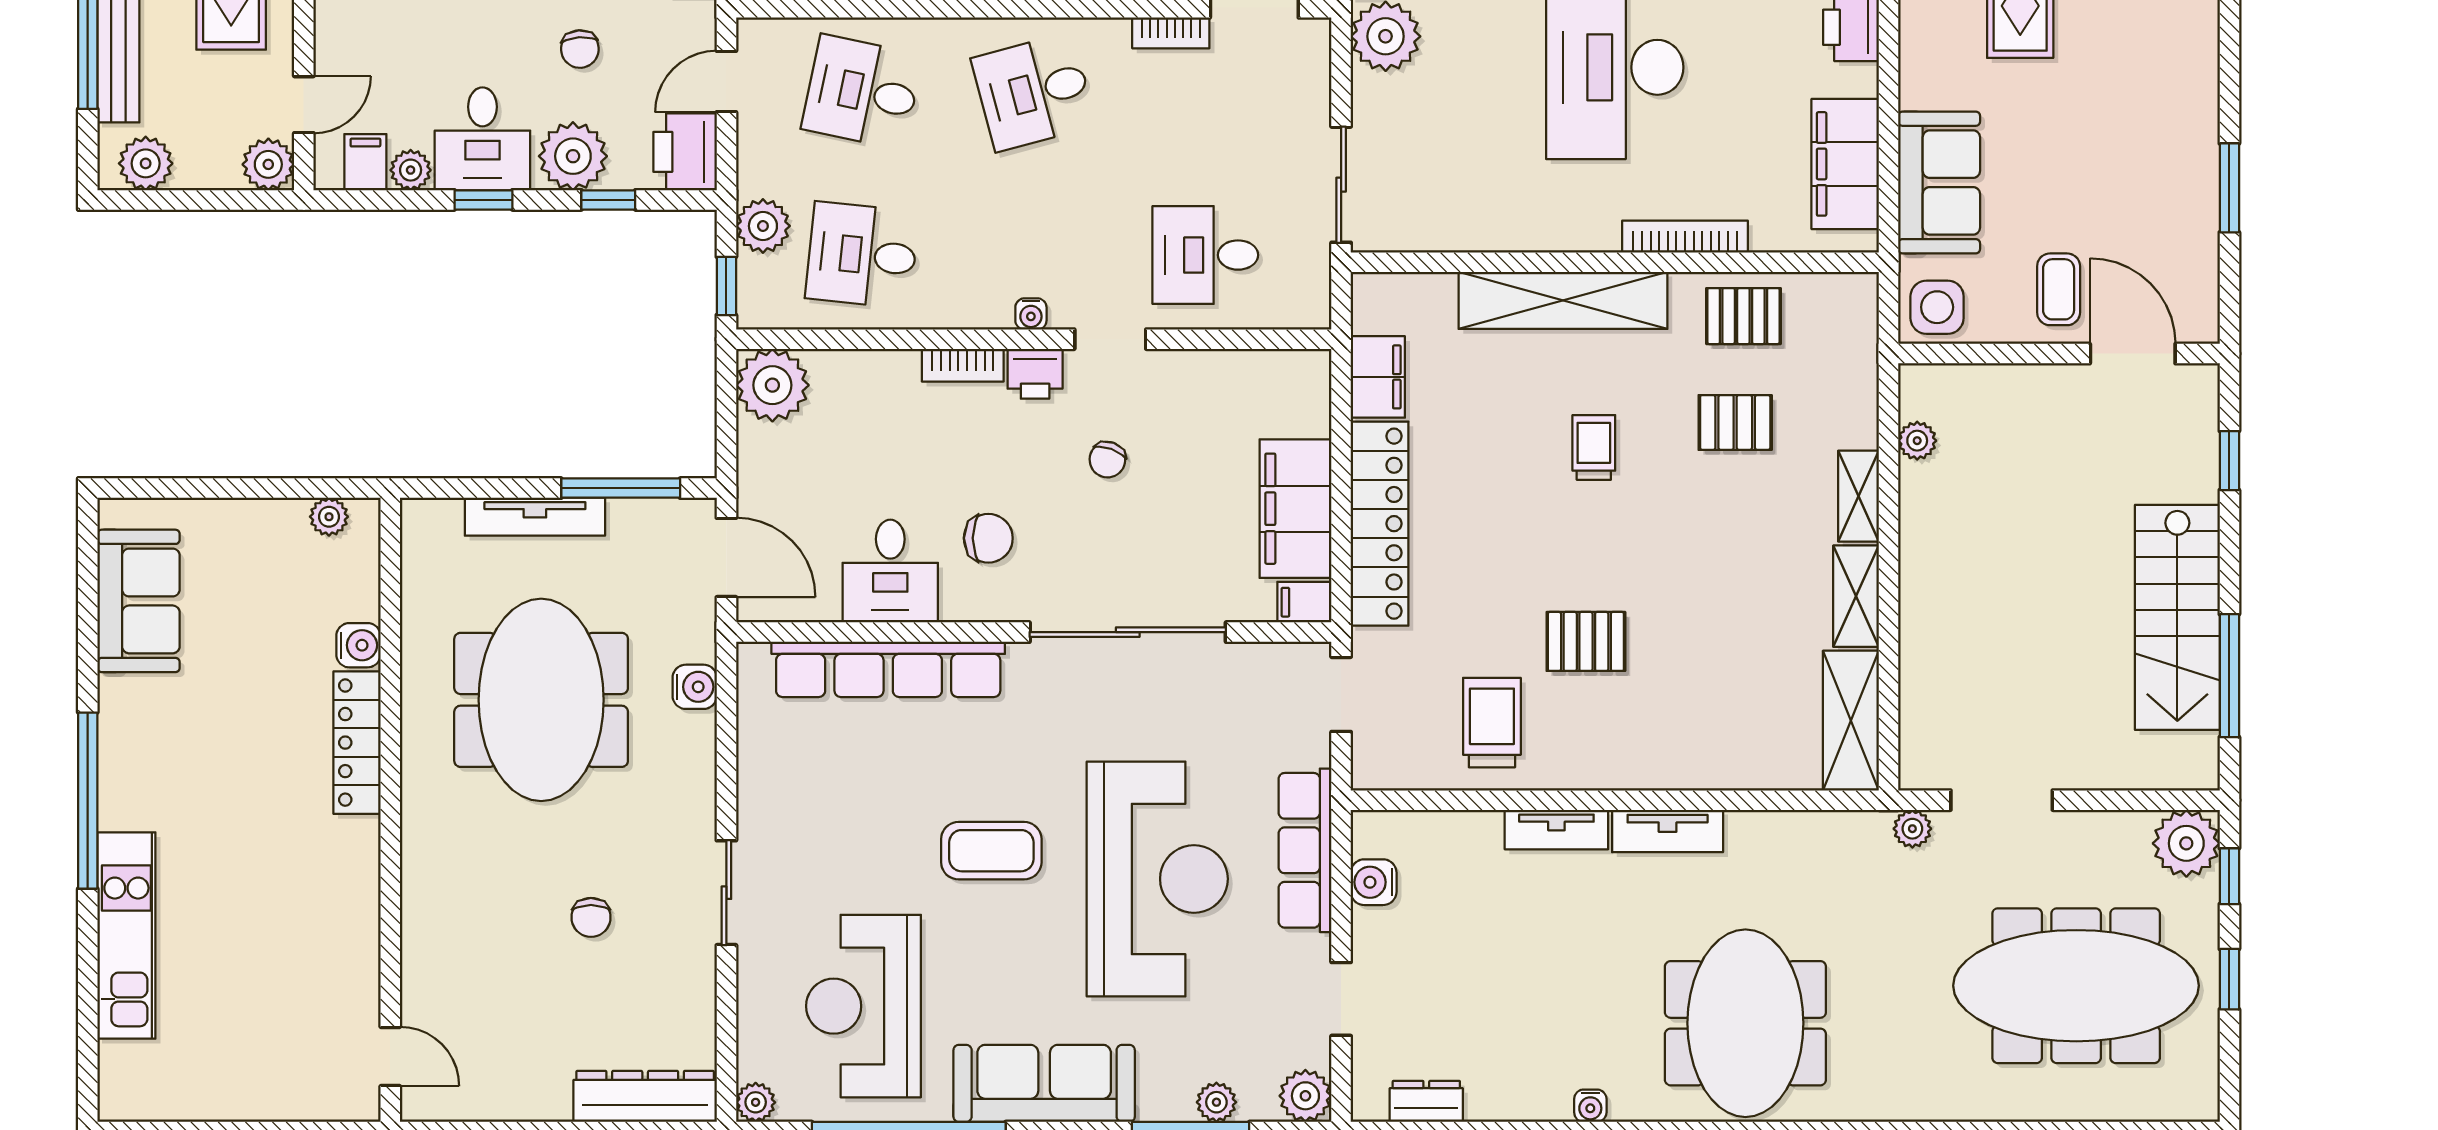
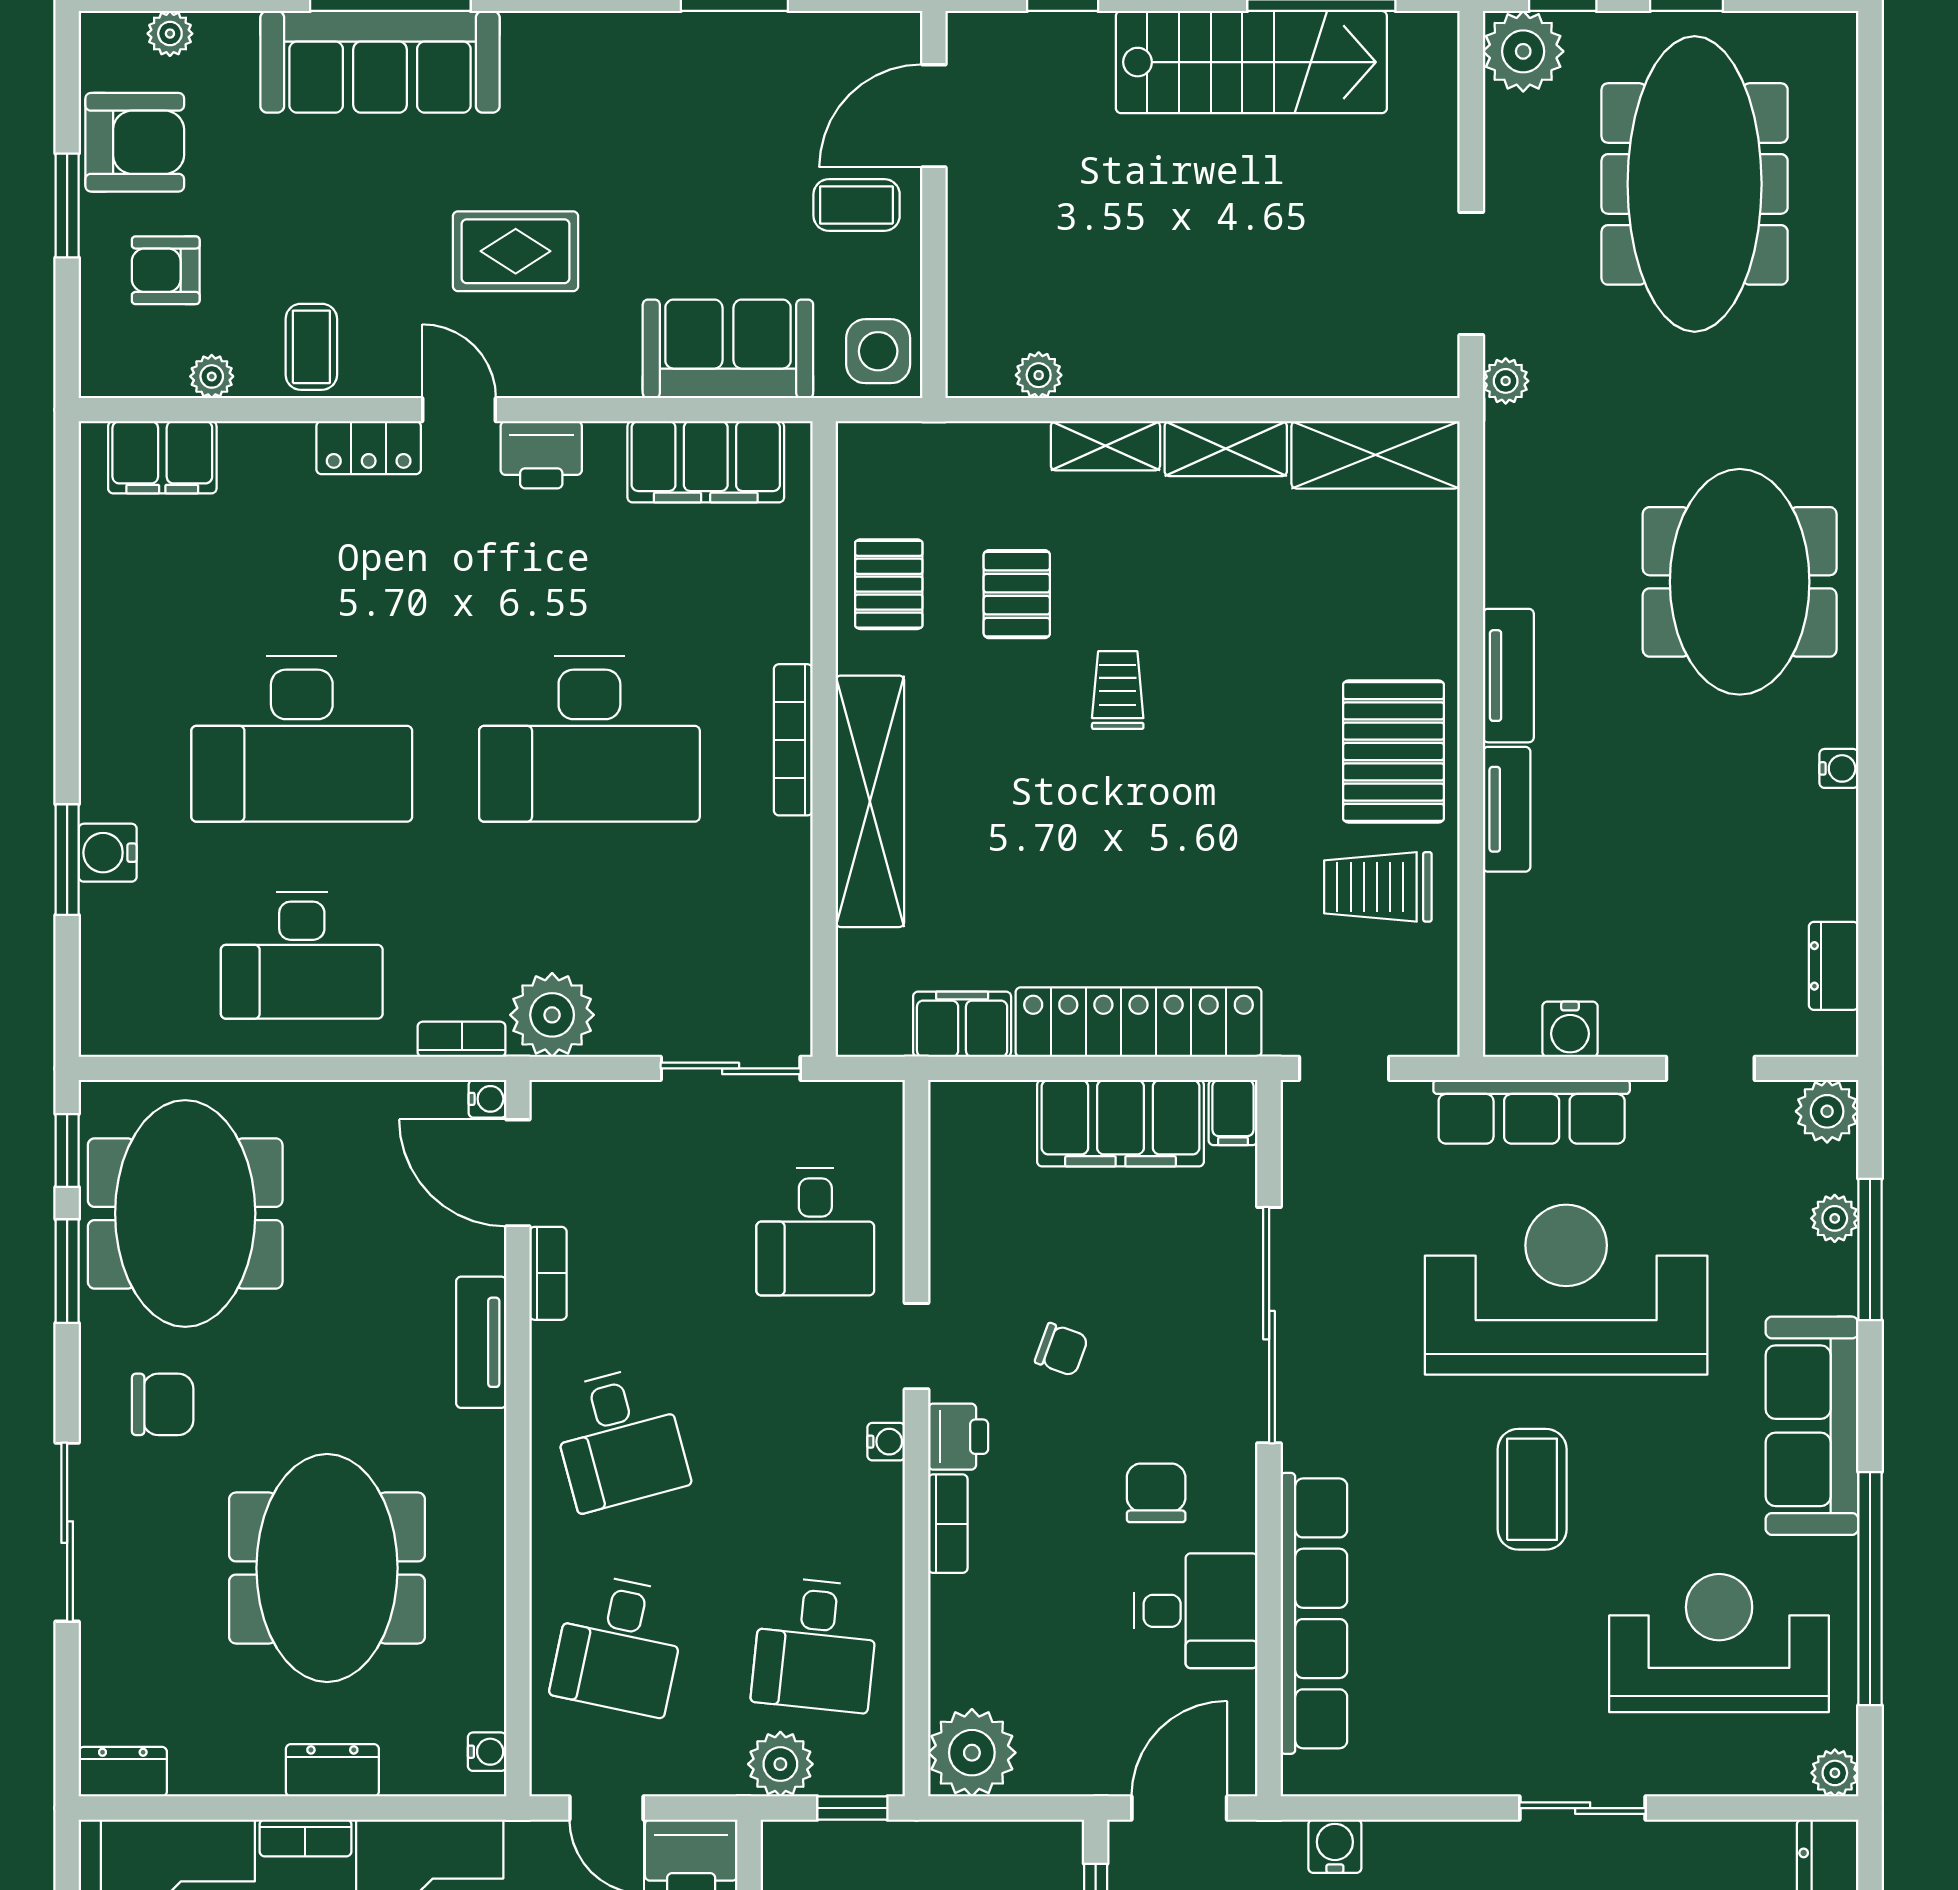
bookcase: (1685, 237) -> (793, 740), moved
trolley: (1594, 447) -> (1118, 690), moved, turned 90
pallet: (1586, 641) -> (1393, 752), moved, width x1.50, depth x1.42
reception desk: (864, 1006) -> (1719, 1643), turned 180
meeting table: (1745, 1023) -> (1740, 582), turned 90

